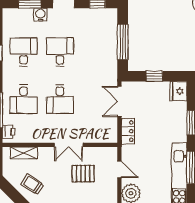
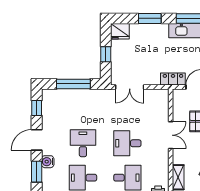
desk: (60, 52) -> (83, 143), turned 90
desk: (60, 99) -> (127, 143), turned 180
locker: (128, 131) -> (173, 79), moved

